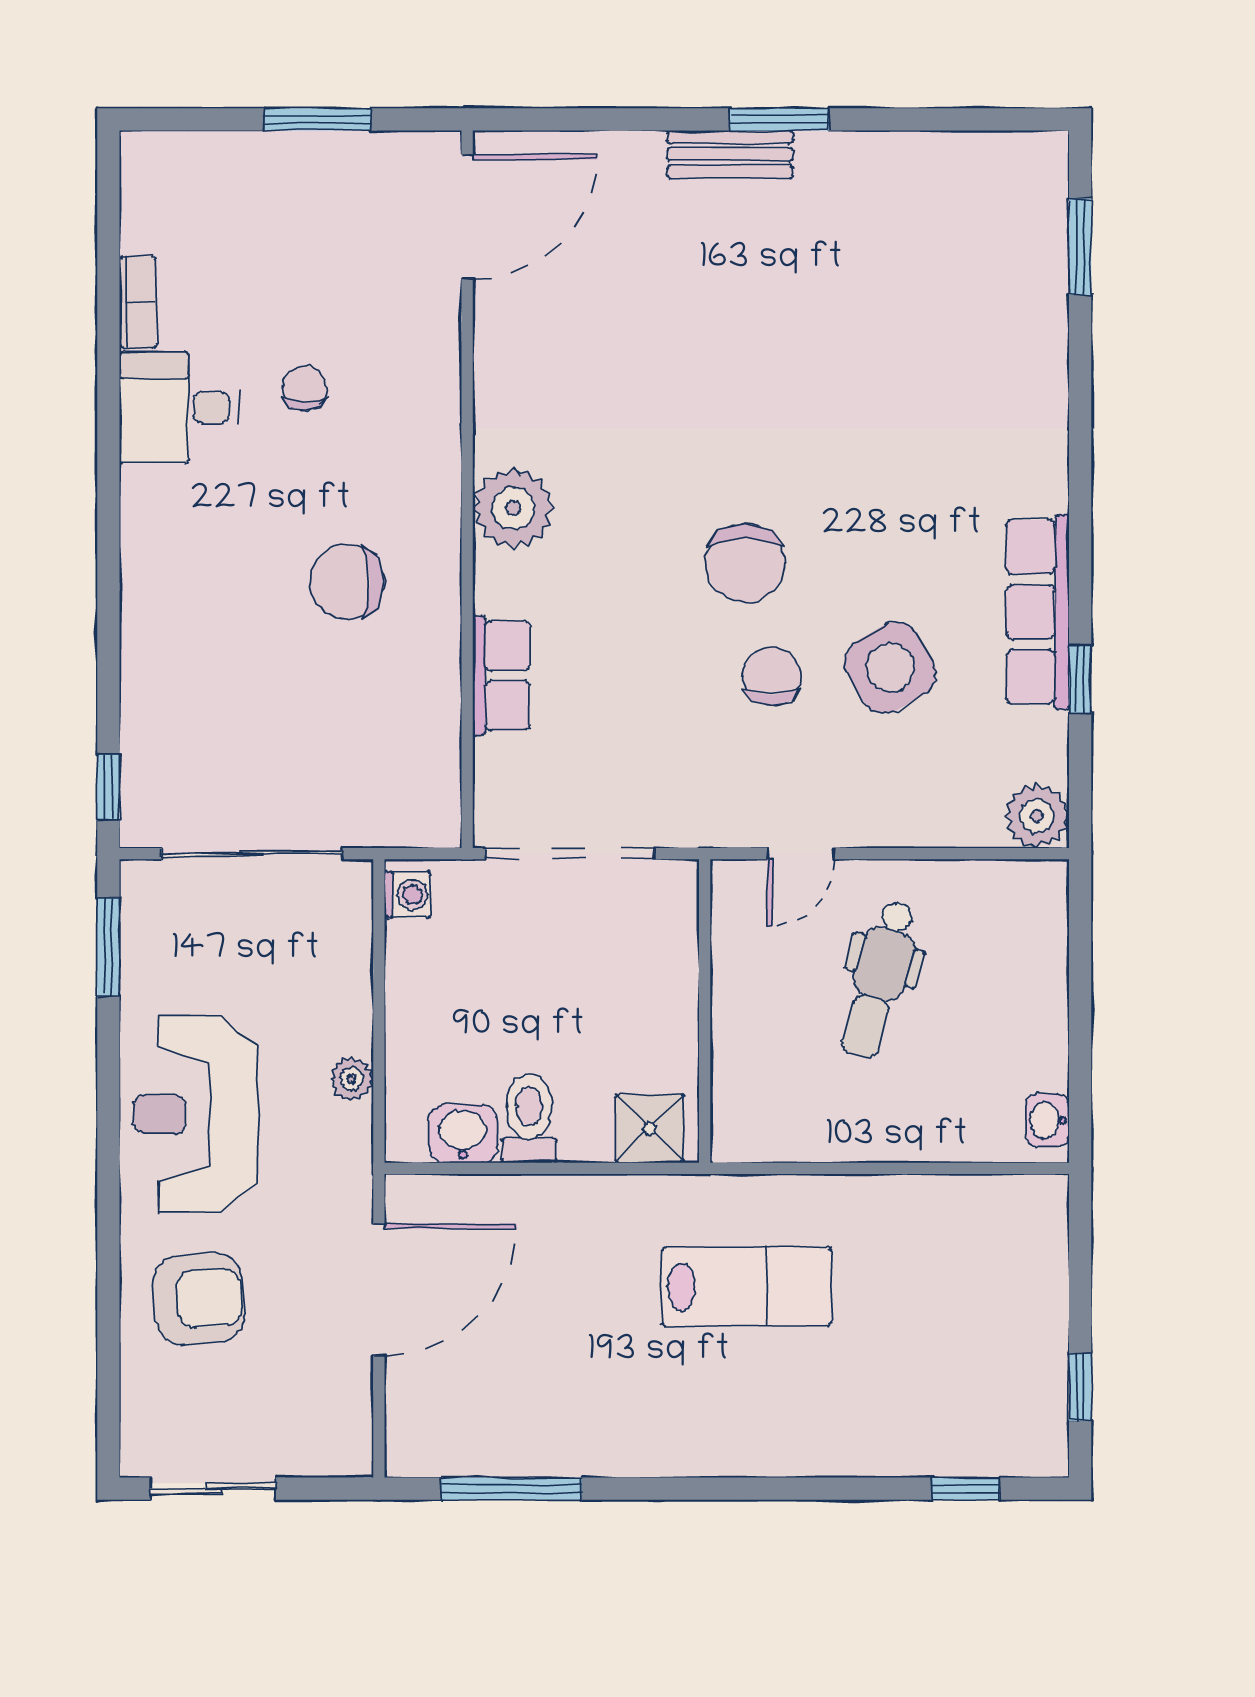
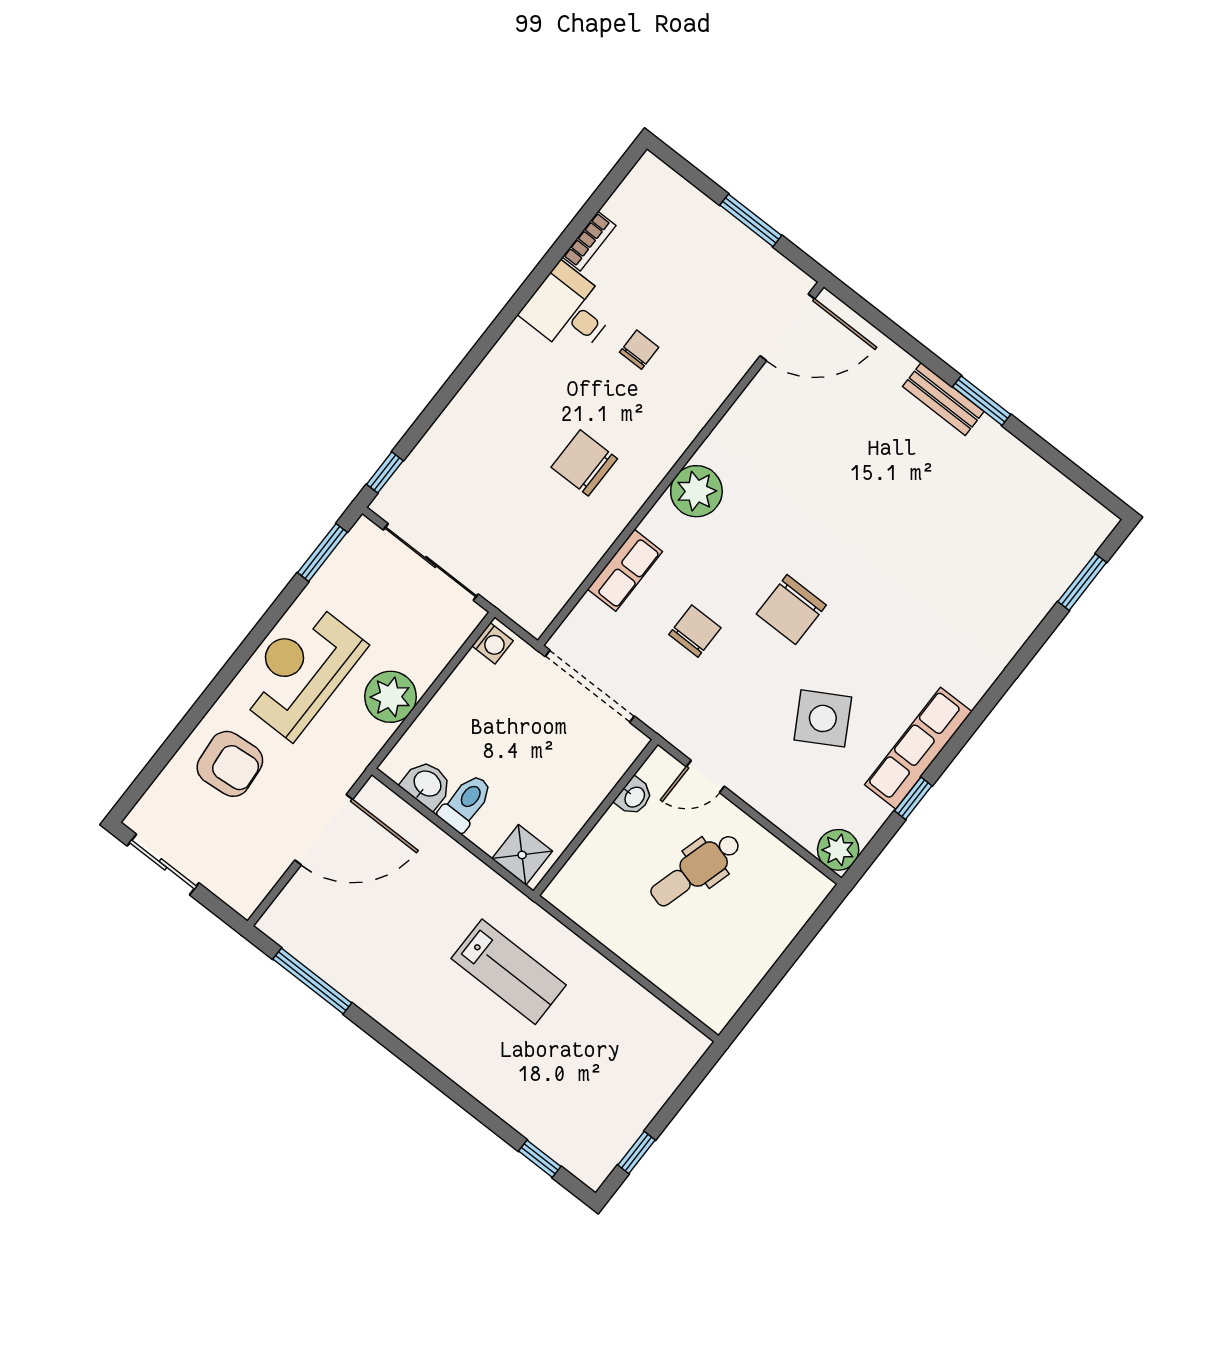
chair: (772, 676) -> (695, 631), moved
plant: (352, 1079) -> (391, 697), width x1.88, depth x1.88
washbasin: (1047, 1120) -> (634, 797), moved, turned 180

